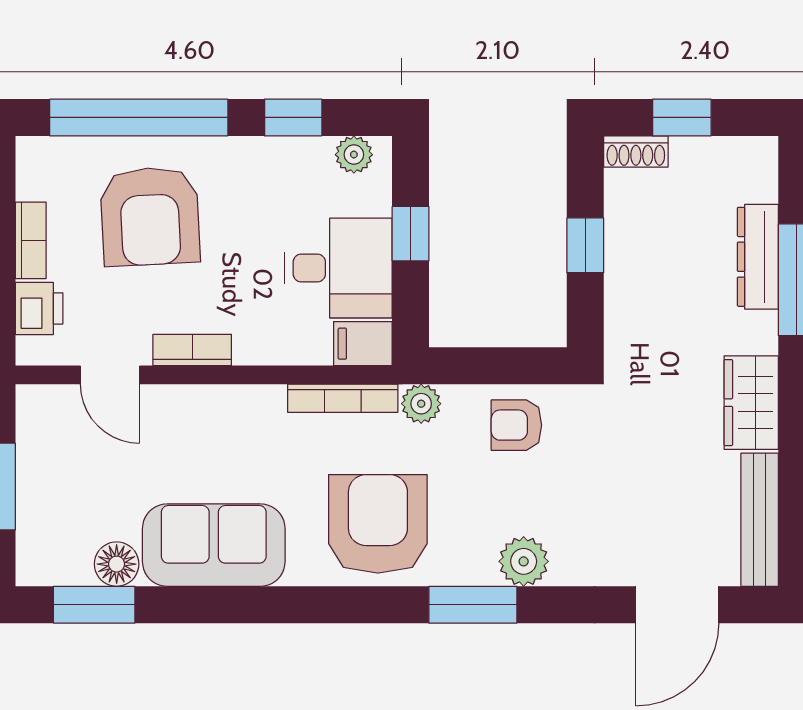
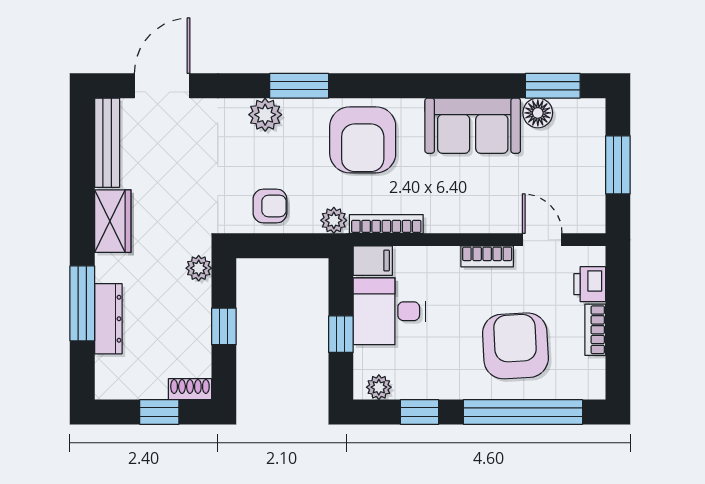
plant: (623, 332) -> (199, 268), added

